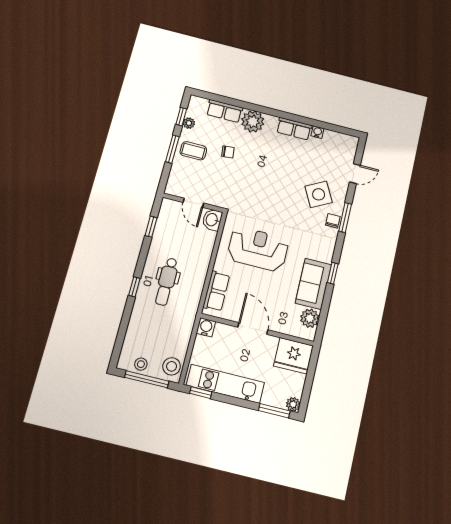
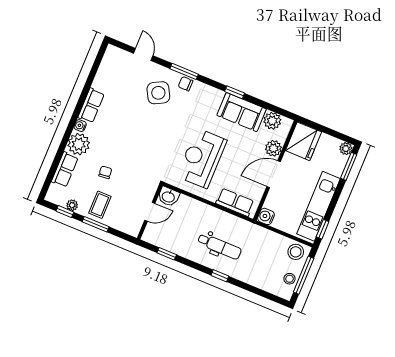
water cooler: (317, 132) -> (80, 126), moved
plant: (281, 324) -> (273, 148), added

